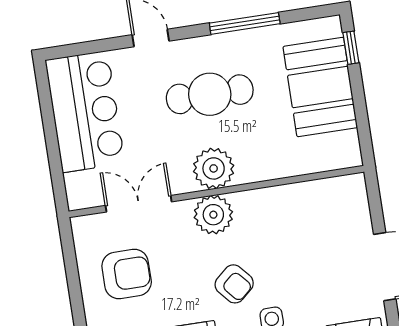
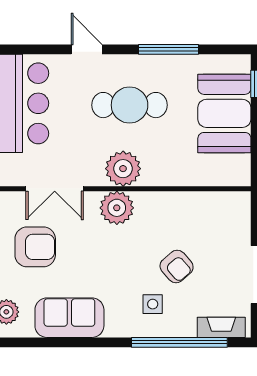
double door: (139, 204) -> (55, 189), swing flipped
armchair: (234, 284) -> (177, 266), moved

